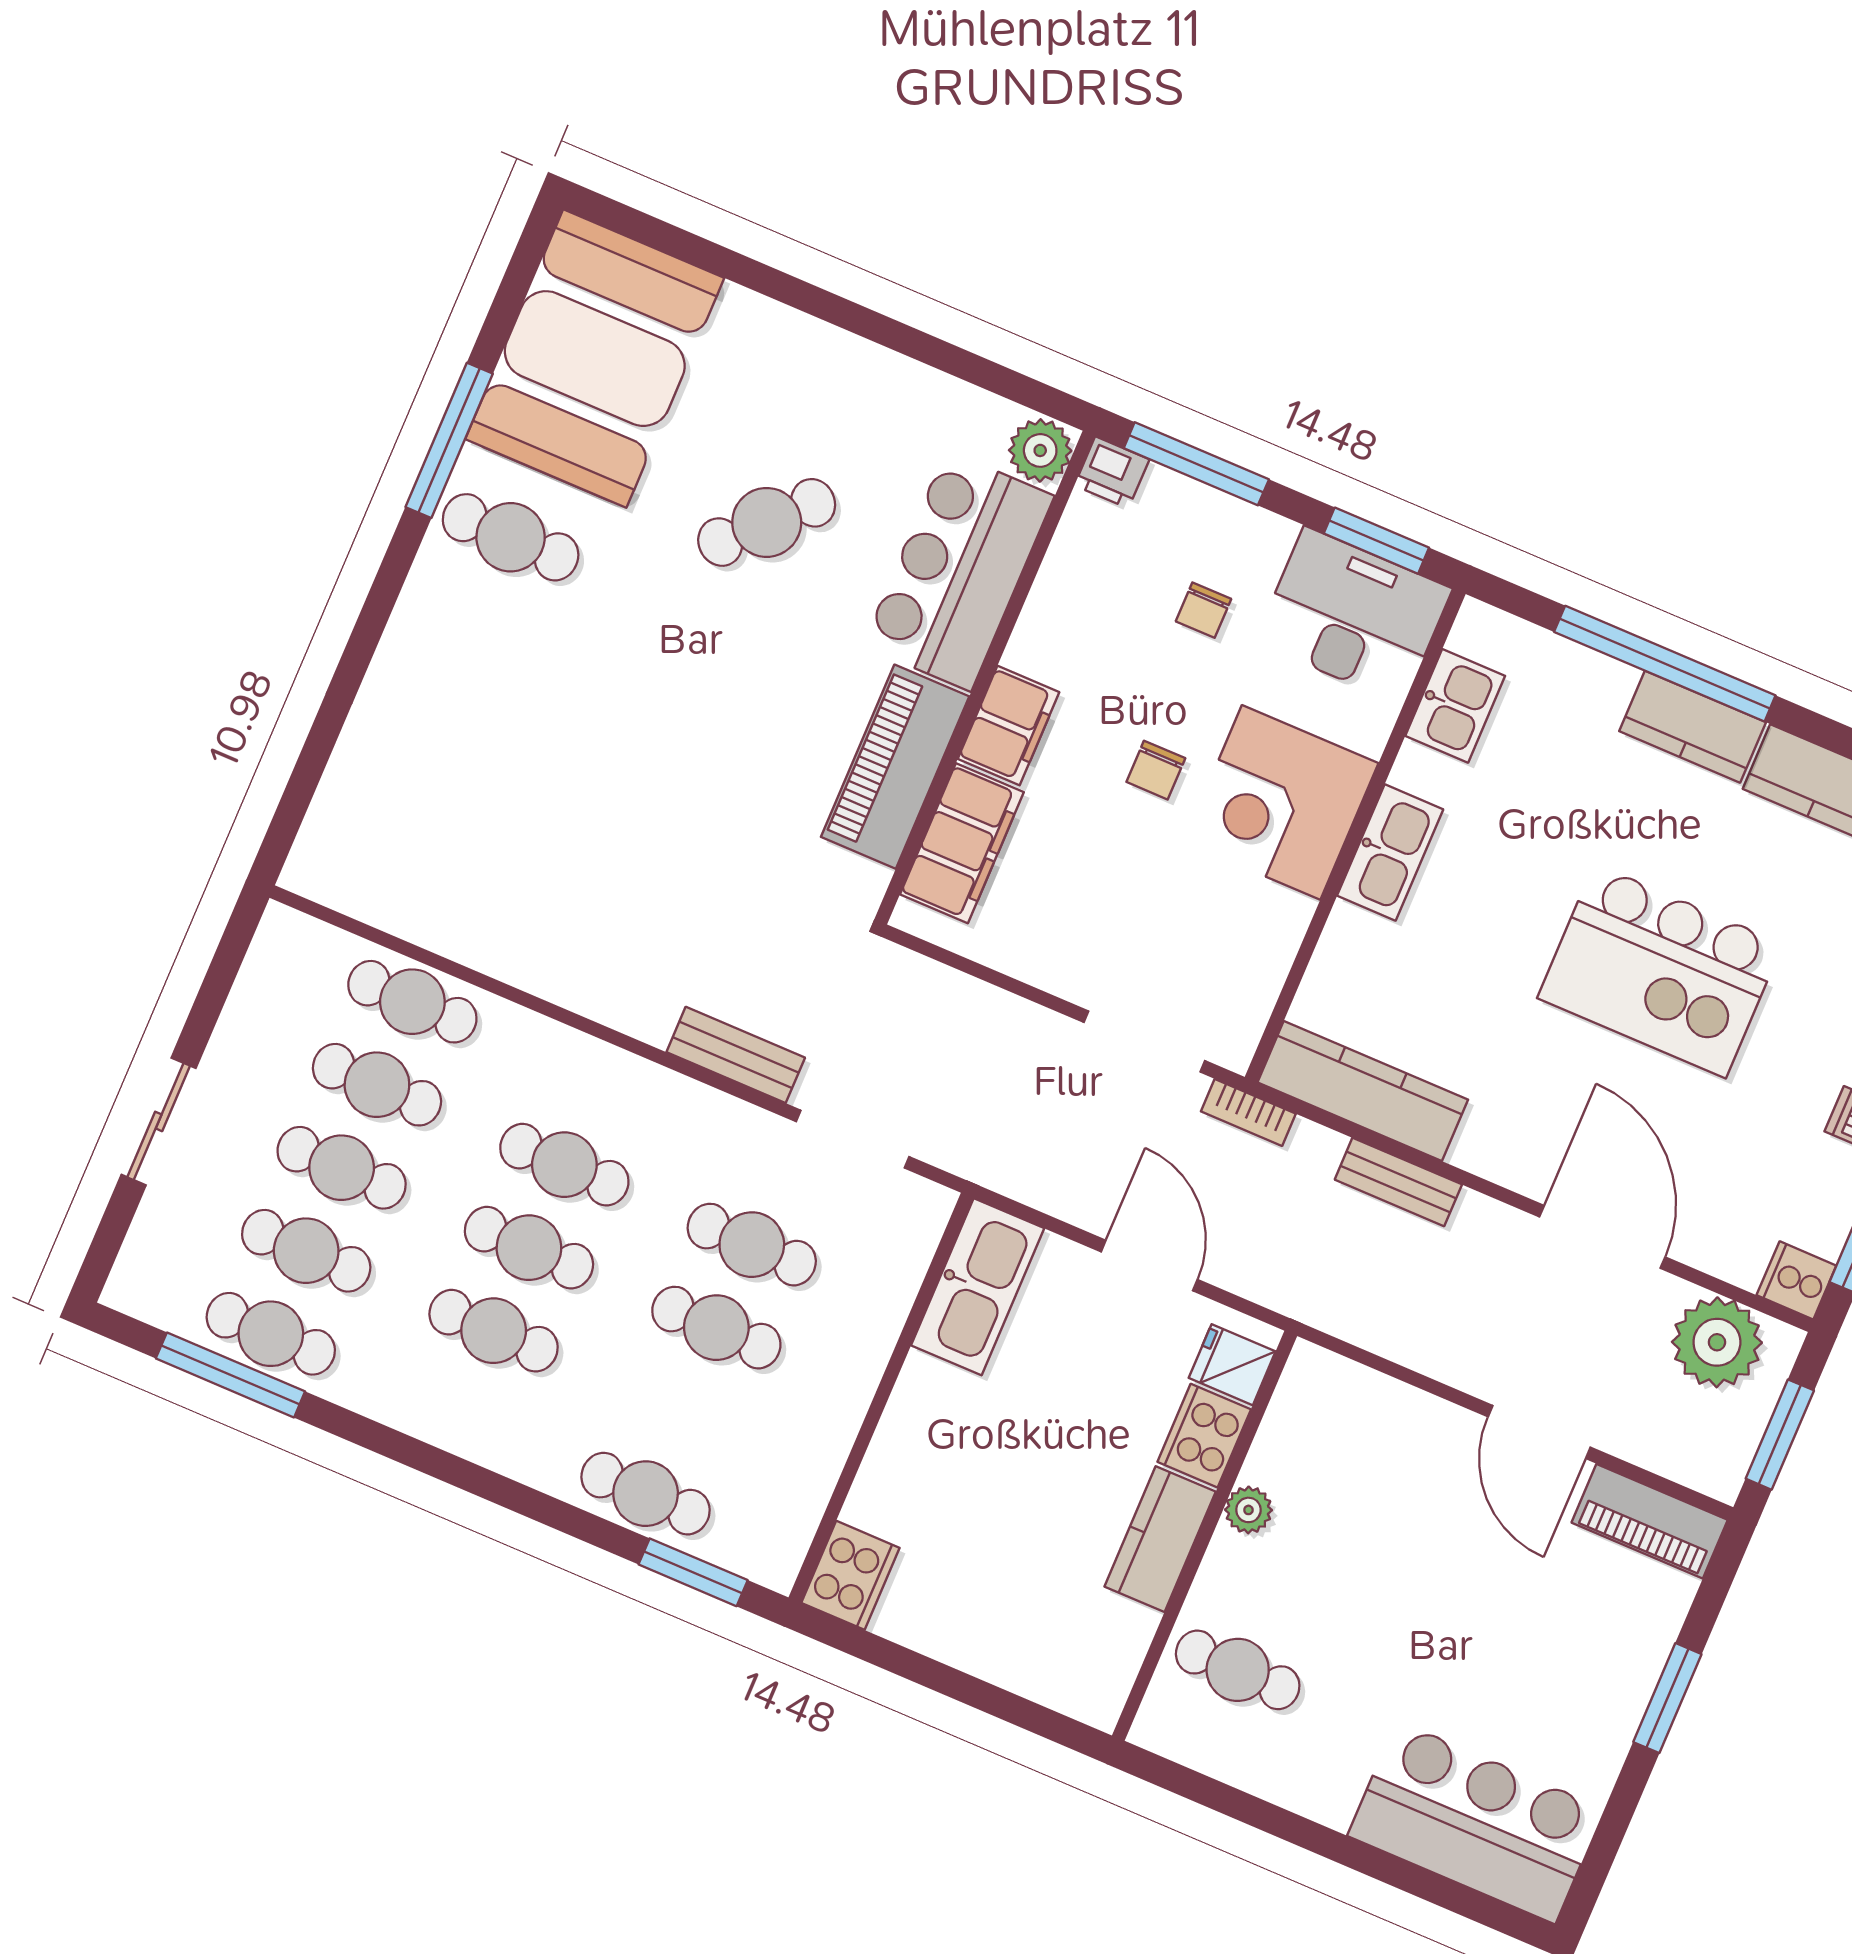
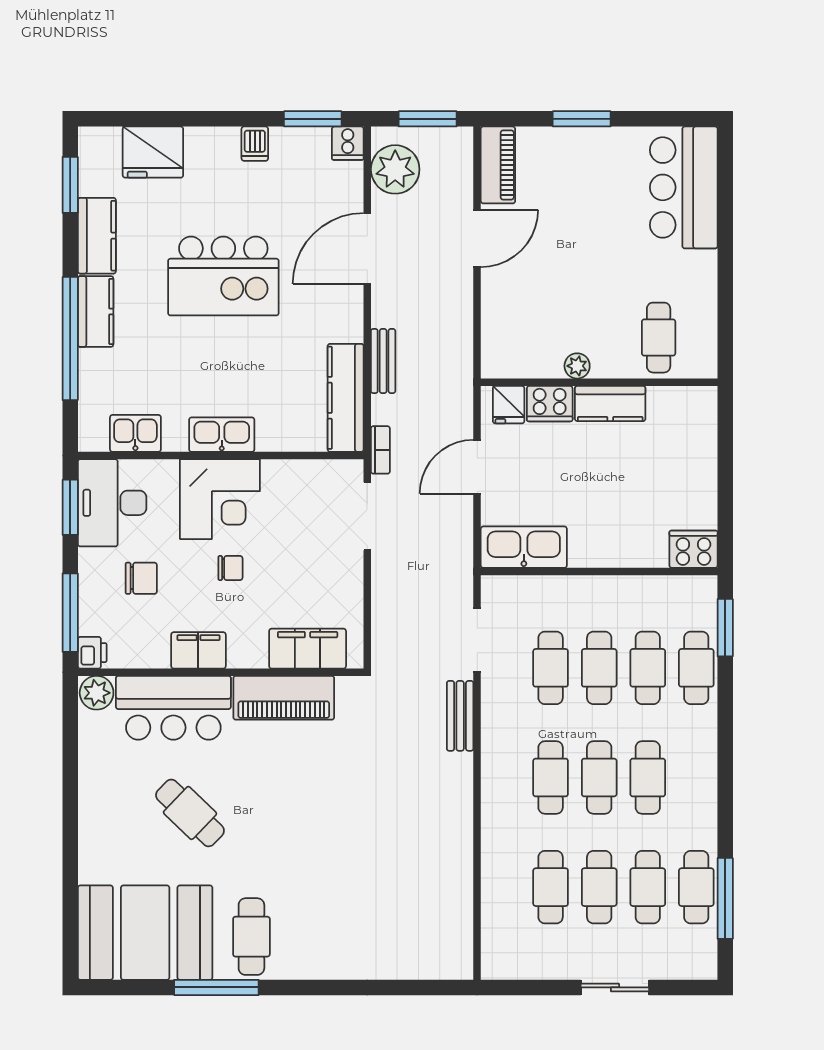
chair: (1203, 610) -> (141, 578), width x1.37, depth x1.37
filing cabinet: (1009, 726) -> (198, 650), moved
kitchen island: (1660, 971) -> (223, 276), turned 90
cafe table: (412, 1002) -> (648, 668), moved

